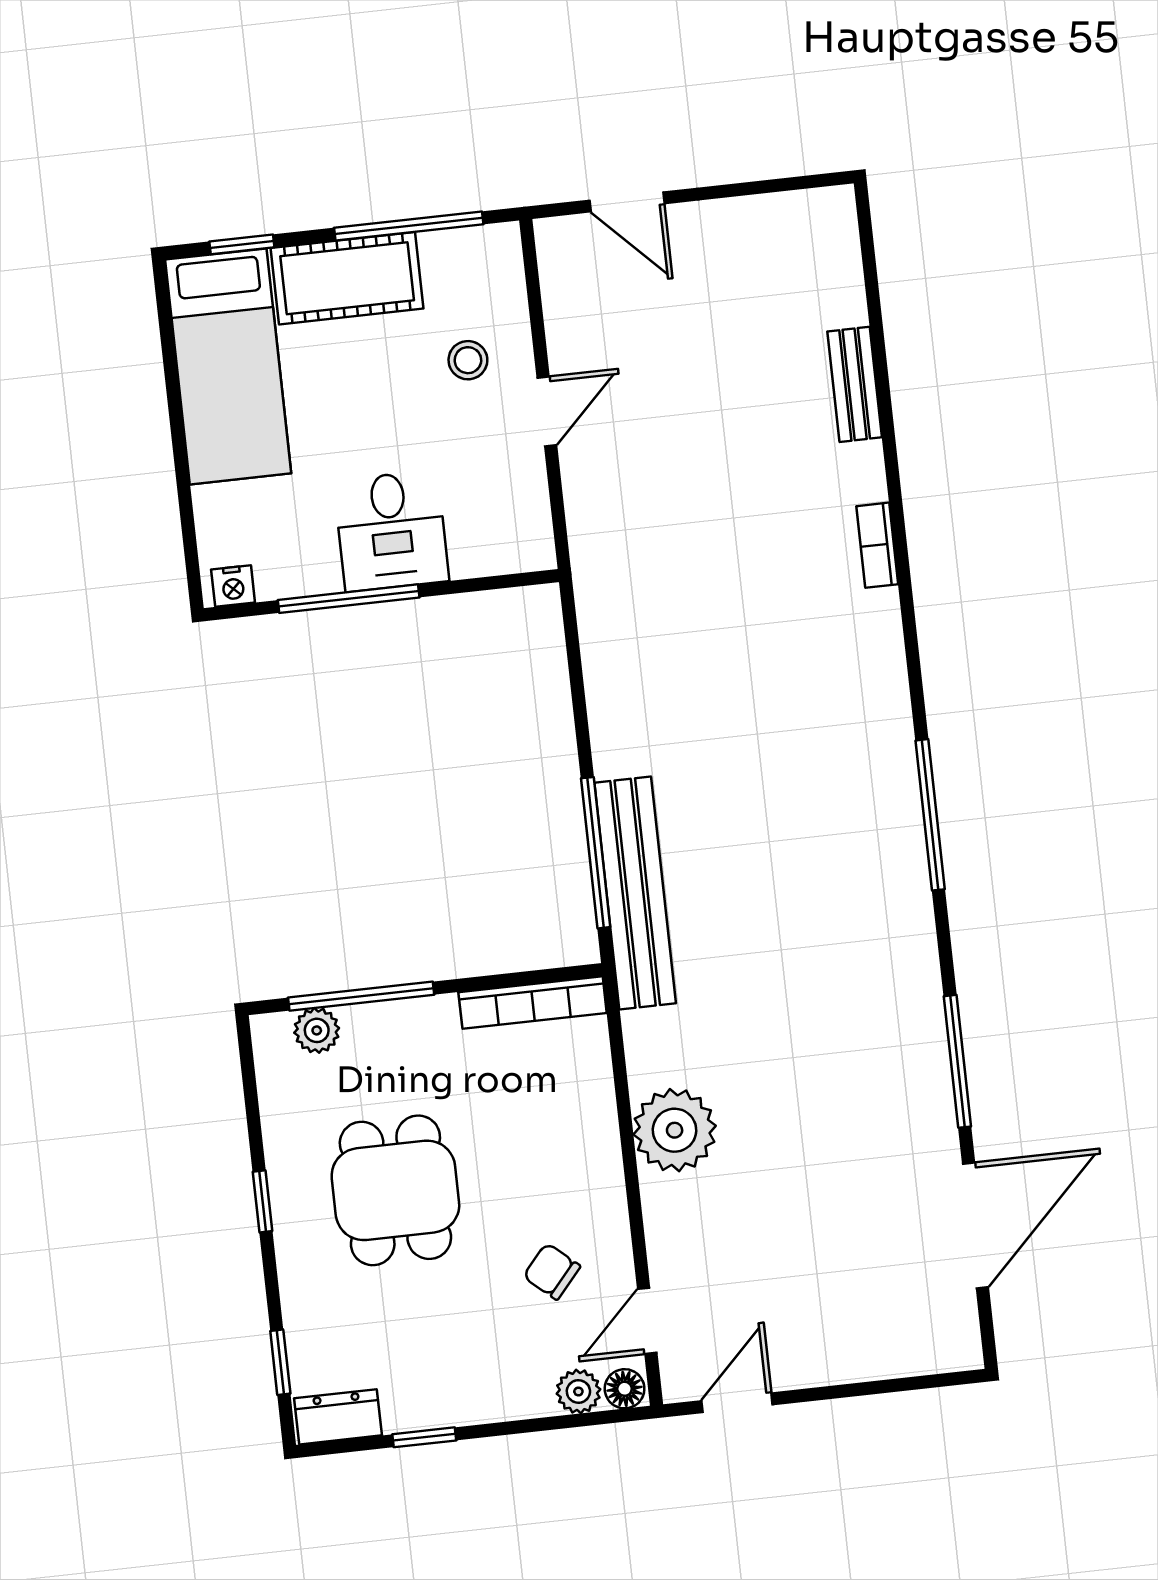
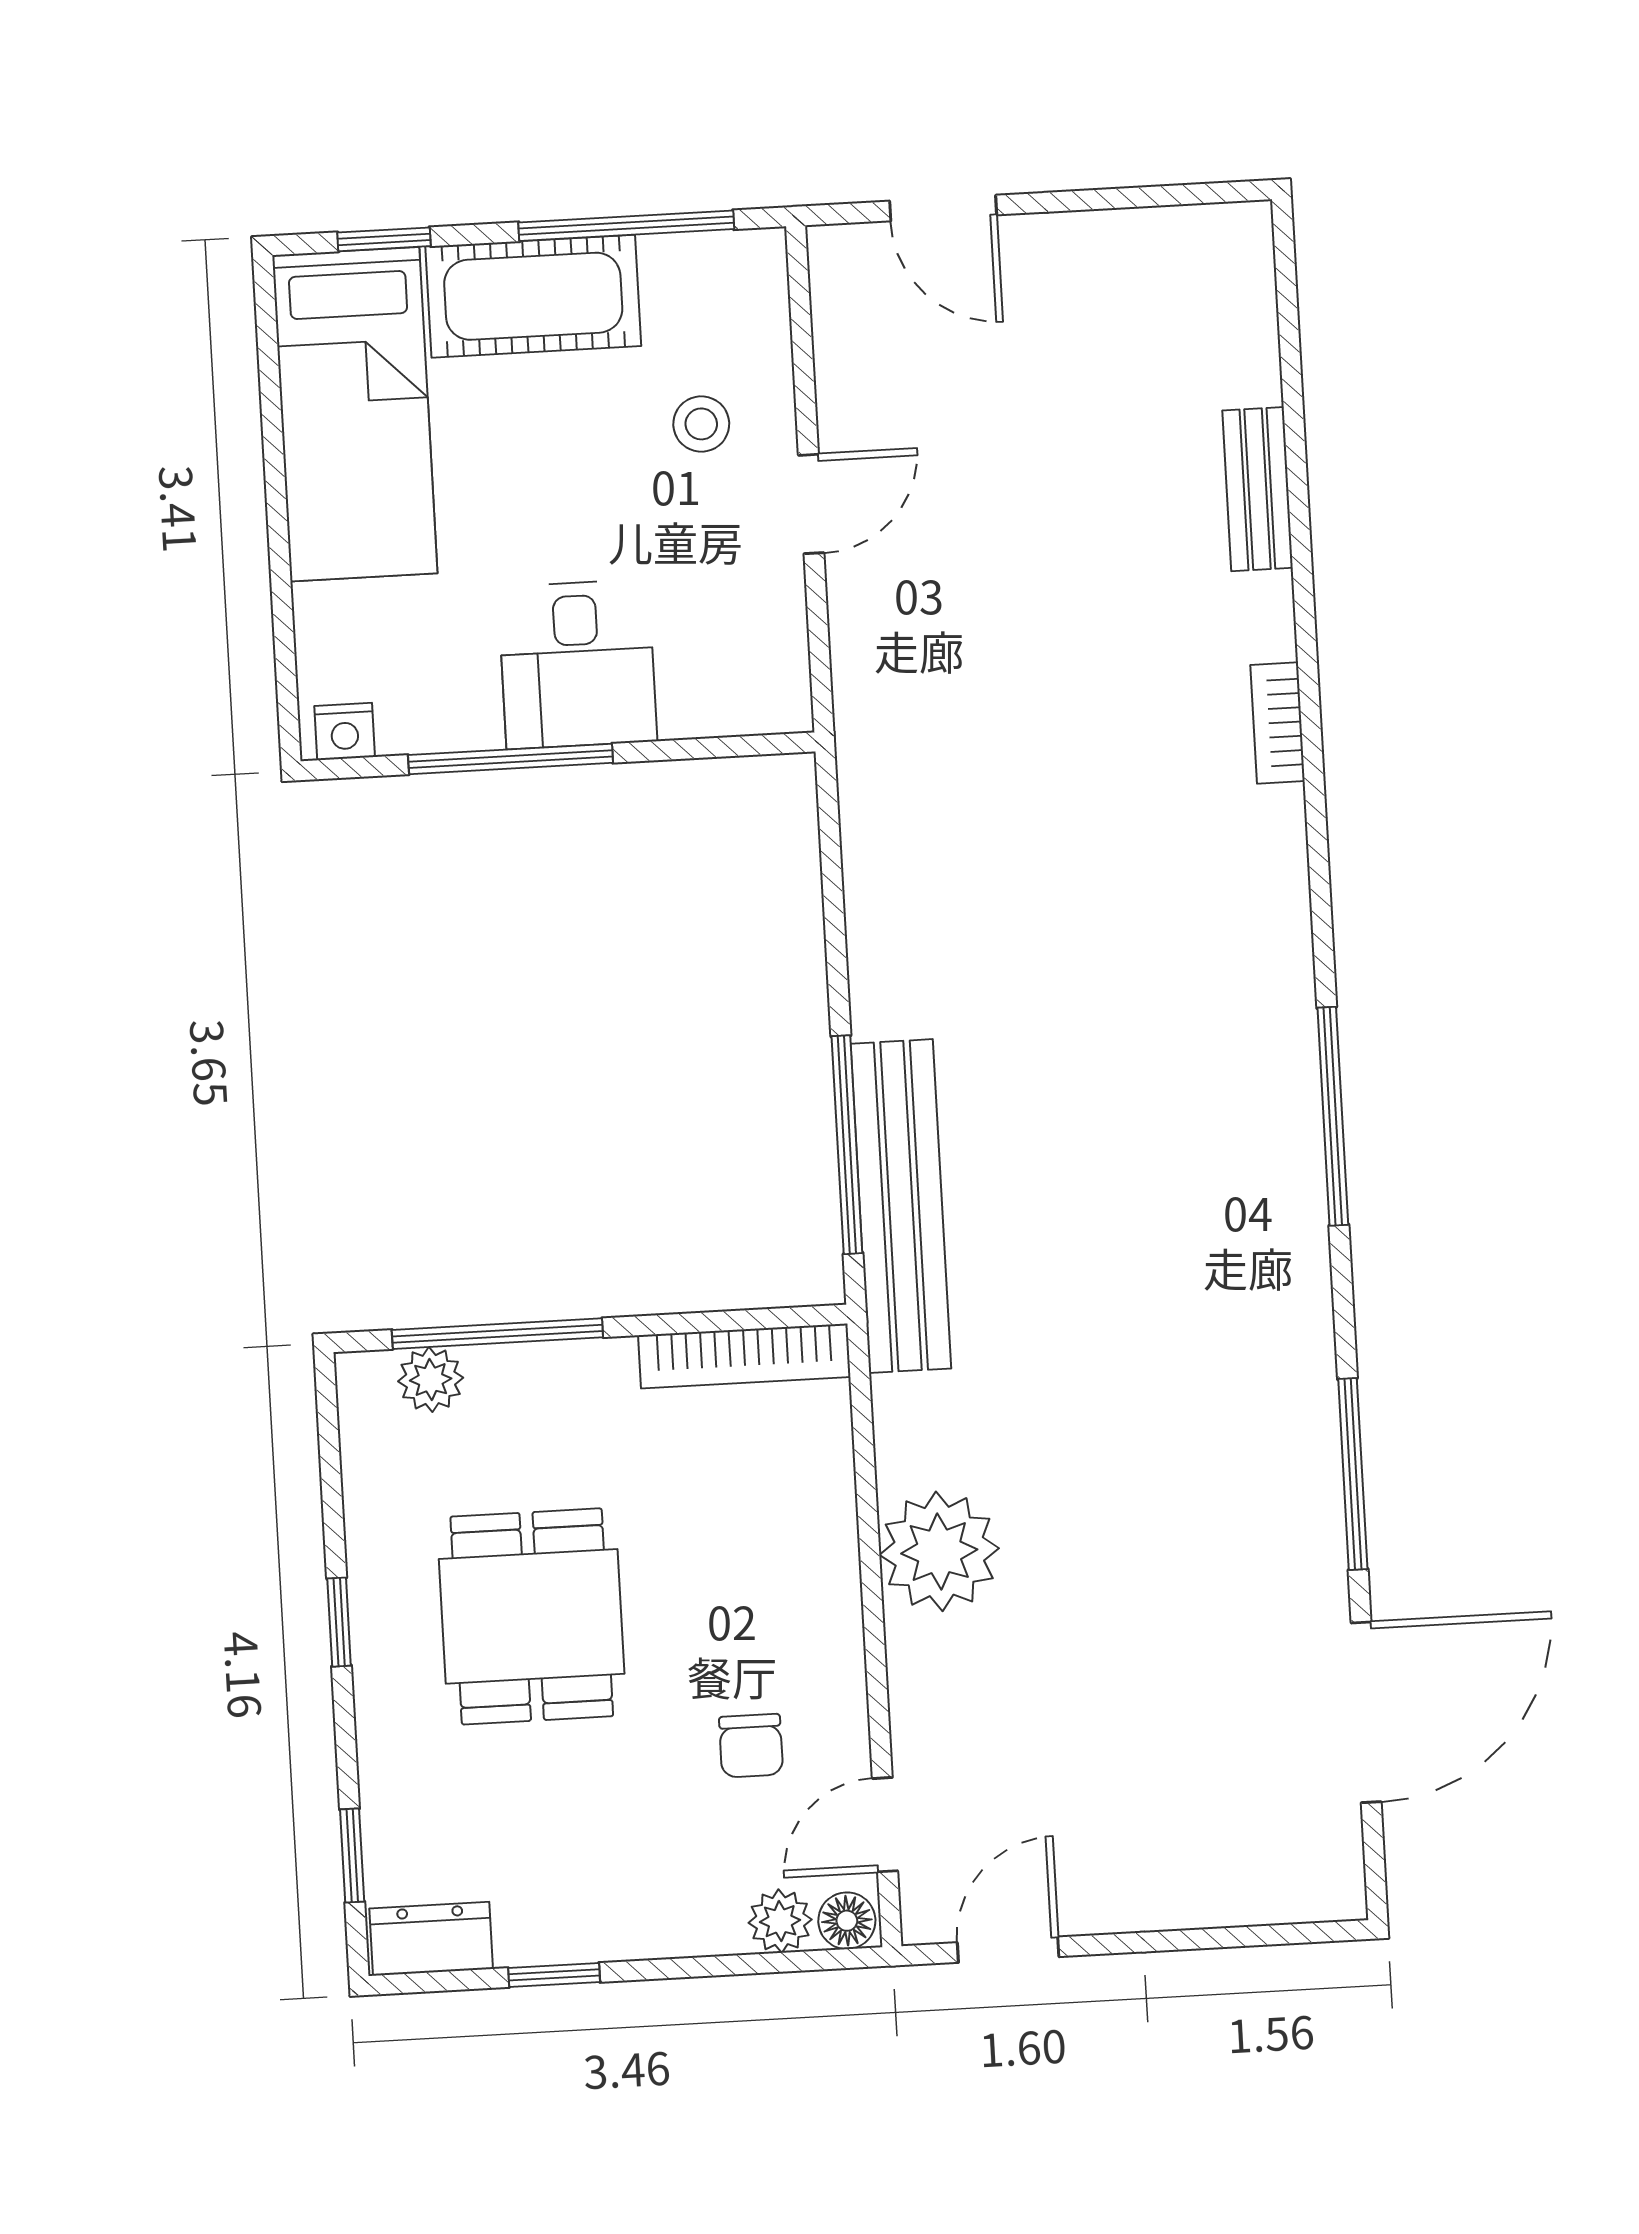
chair: (552, 1271) -> (751, 1746), turned -131

